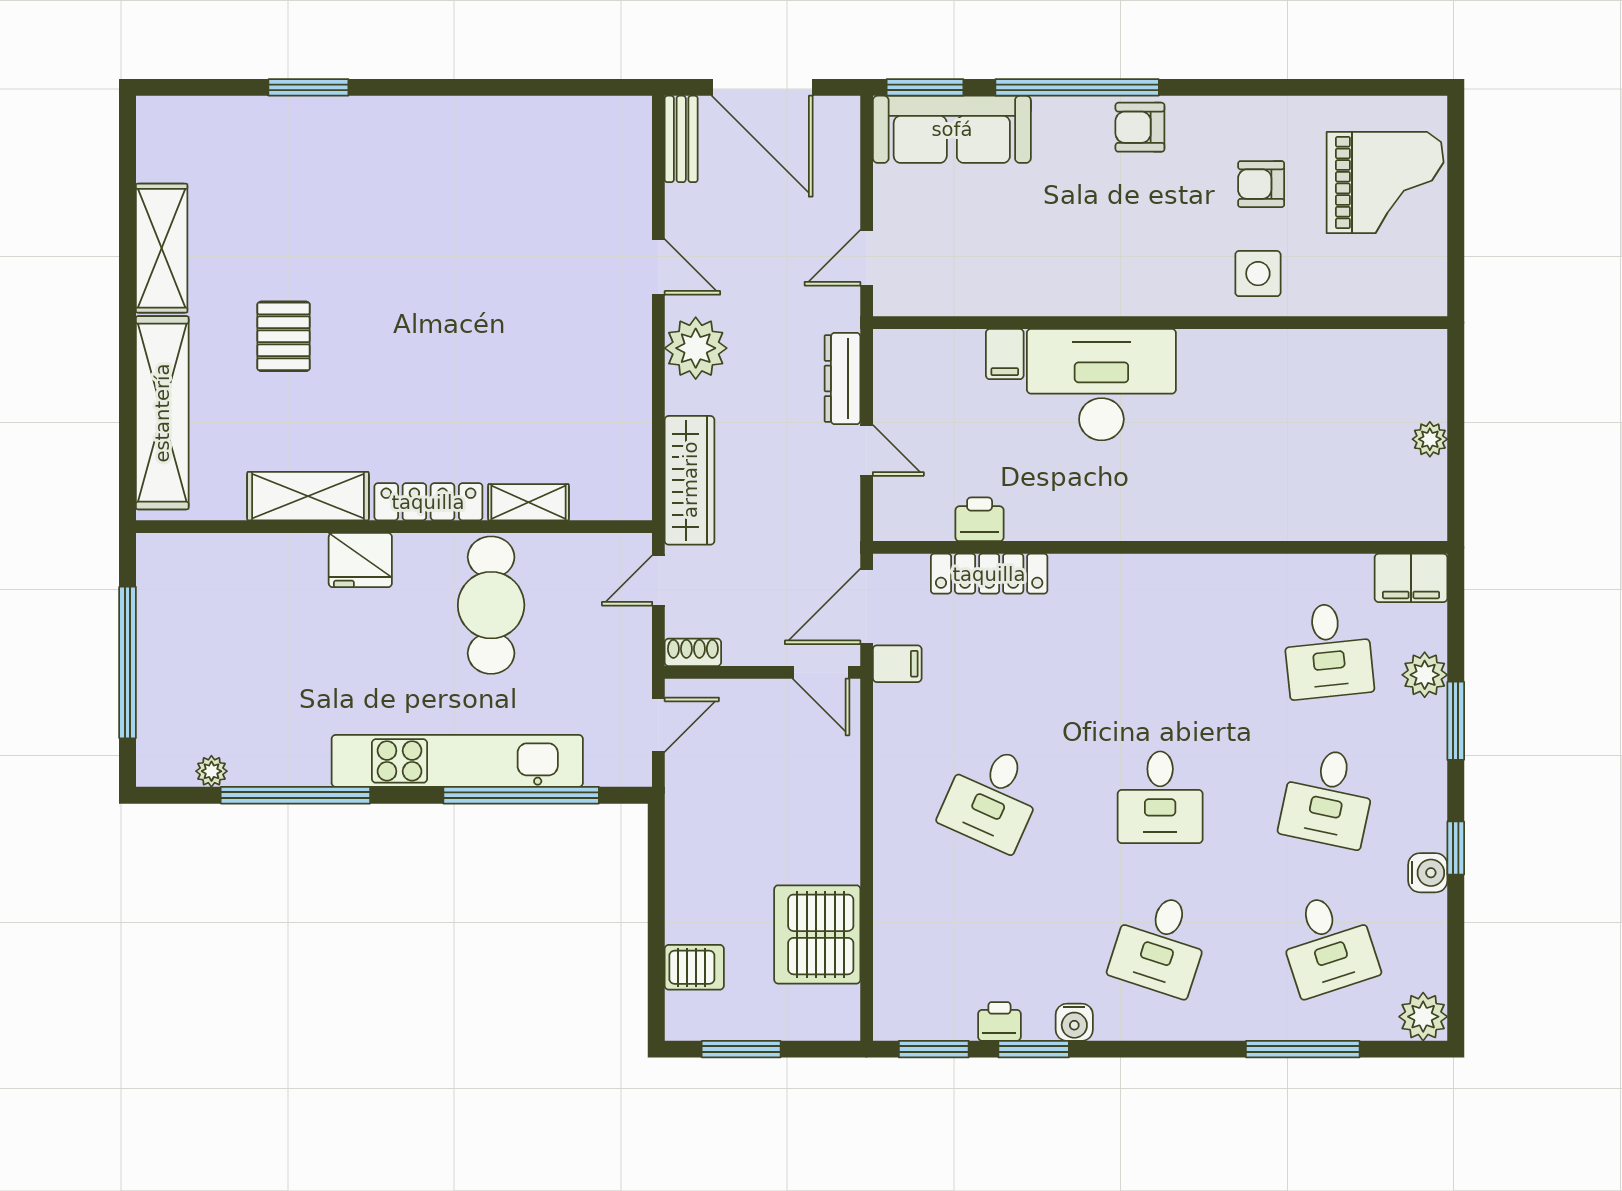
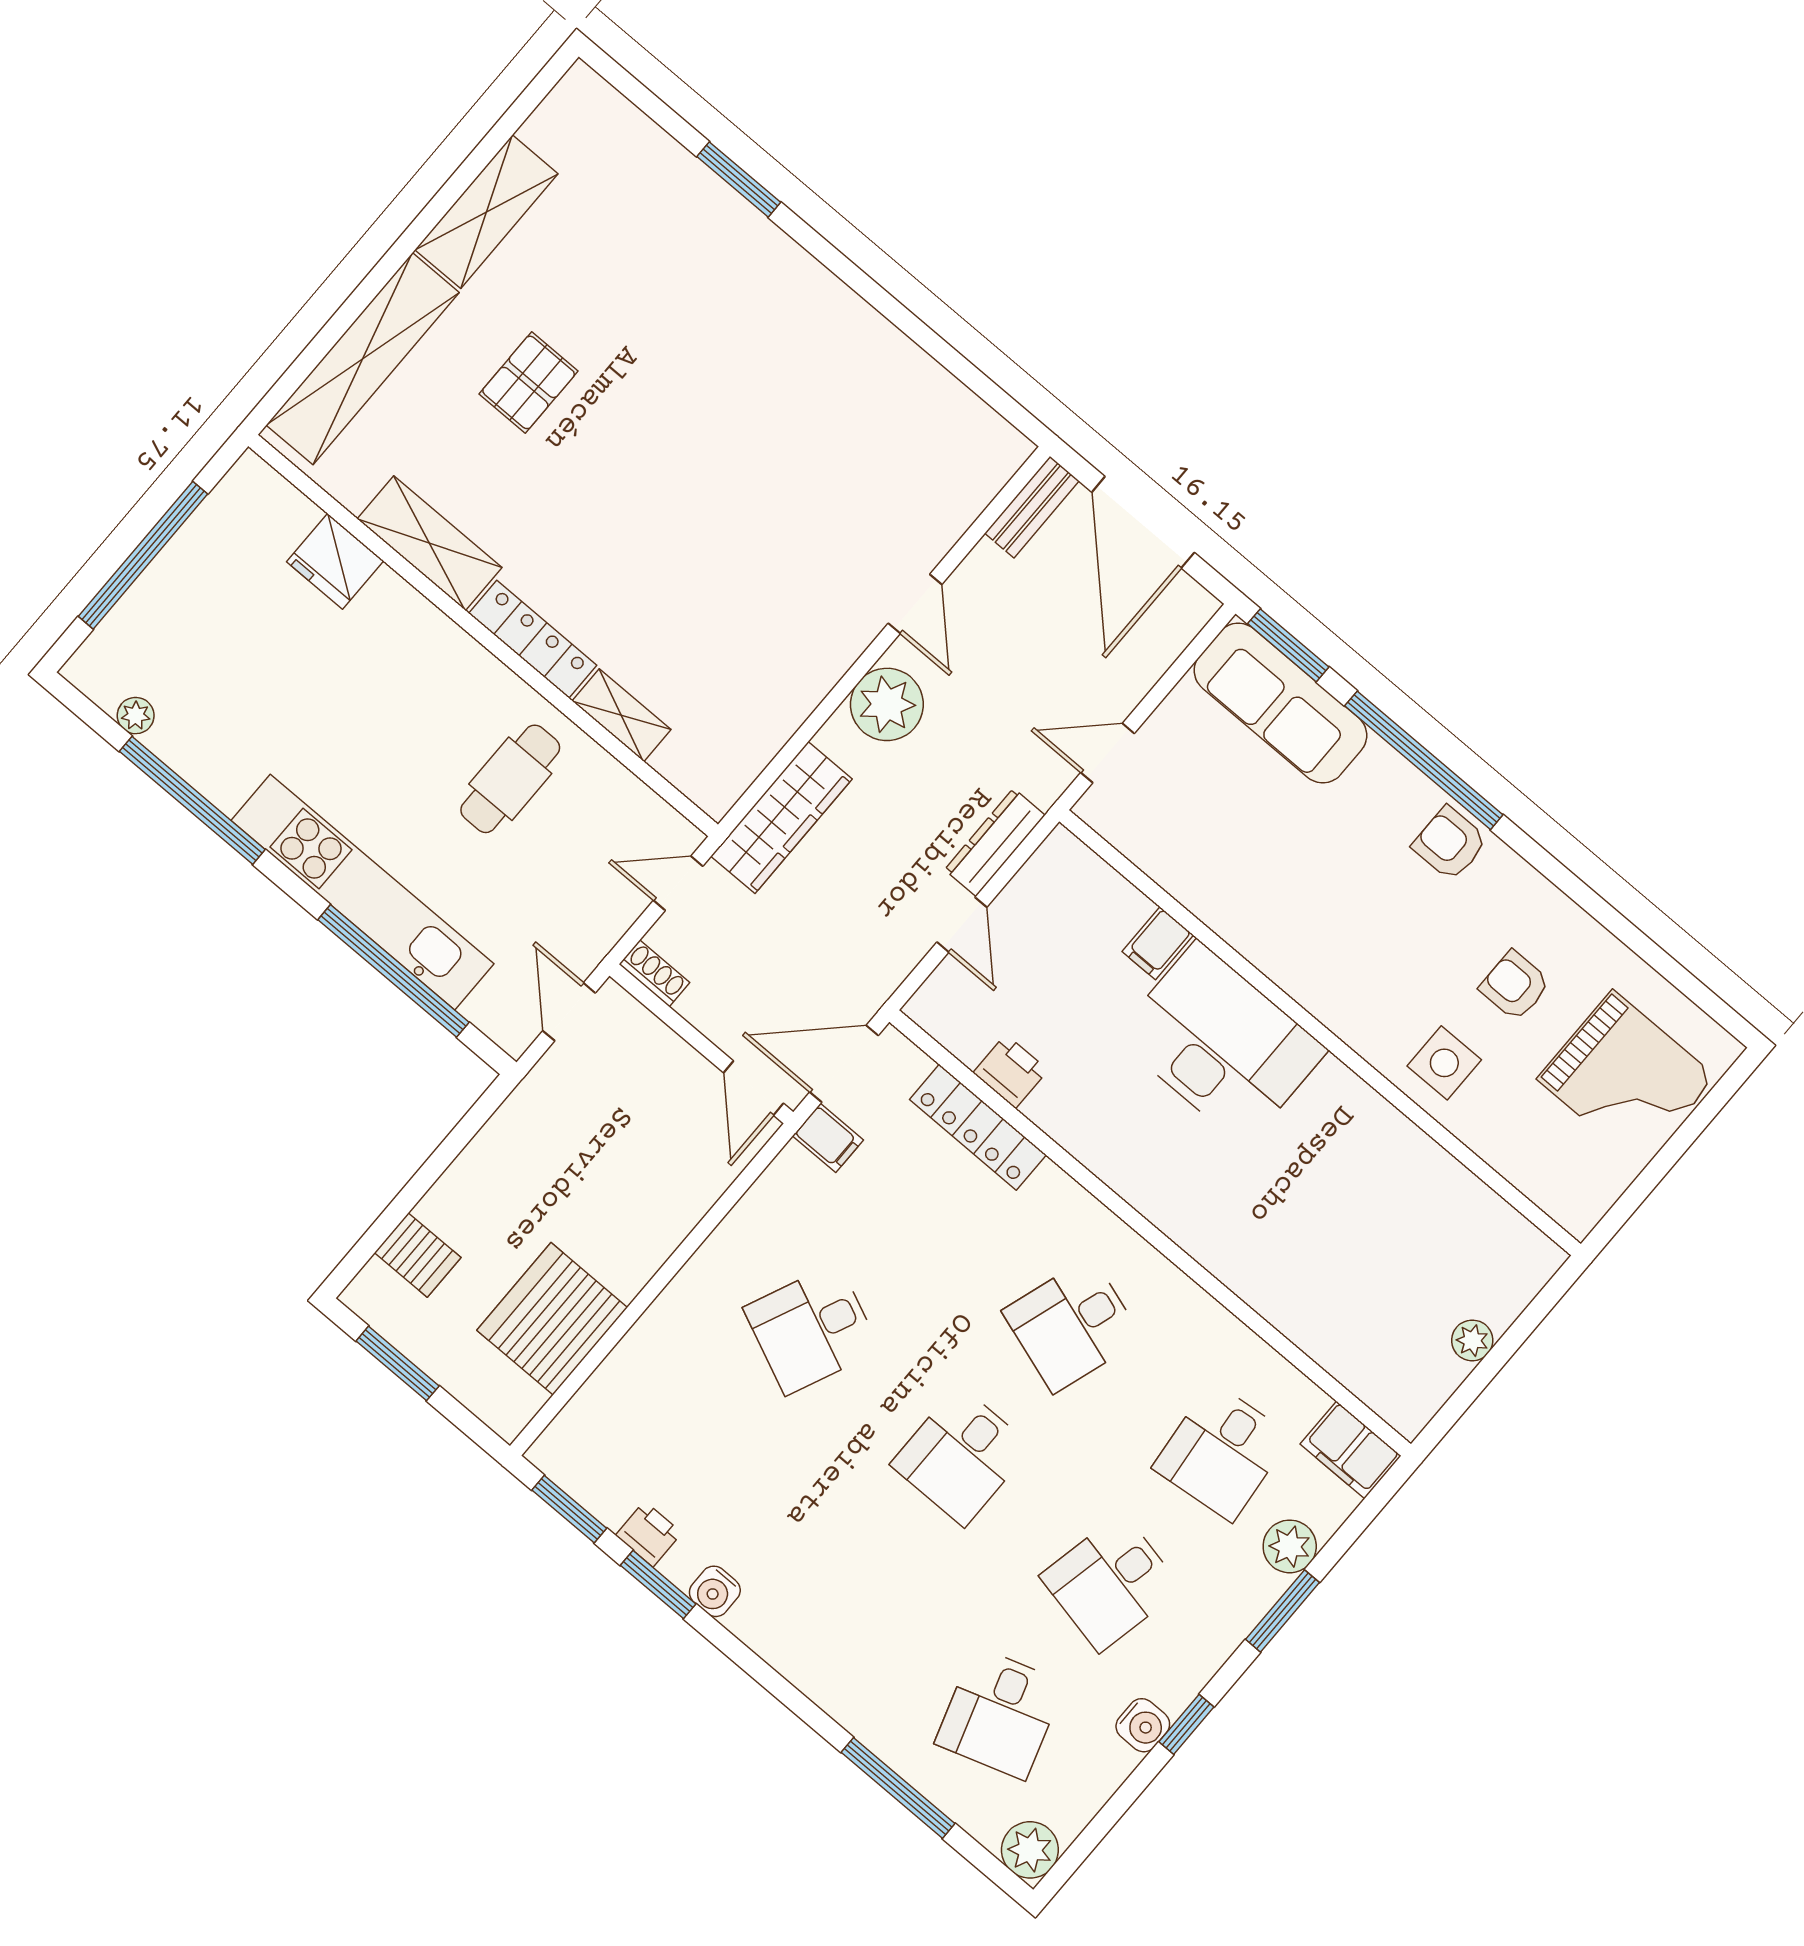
fridge: (360, 560) -> (335, 561), moved
cafe table: (491, 605) -> (510, 779), width x0.73, depth x0.74
door: (658, 725) -> (569, 1012), swing flipped
desk: (1160, 944) -> (1072, 1325), moved

